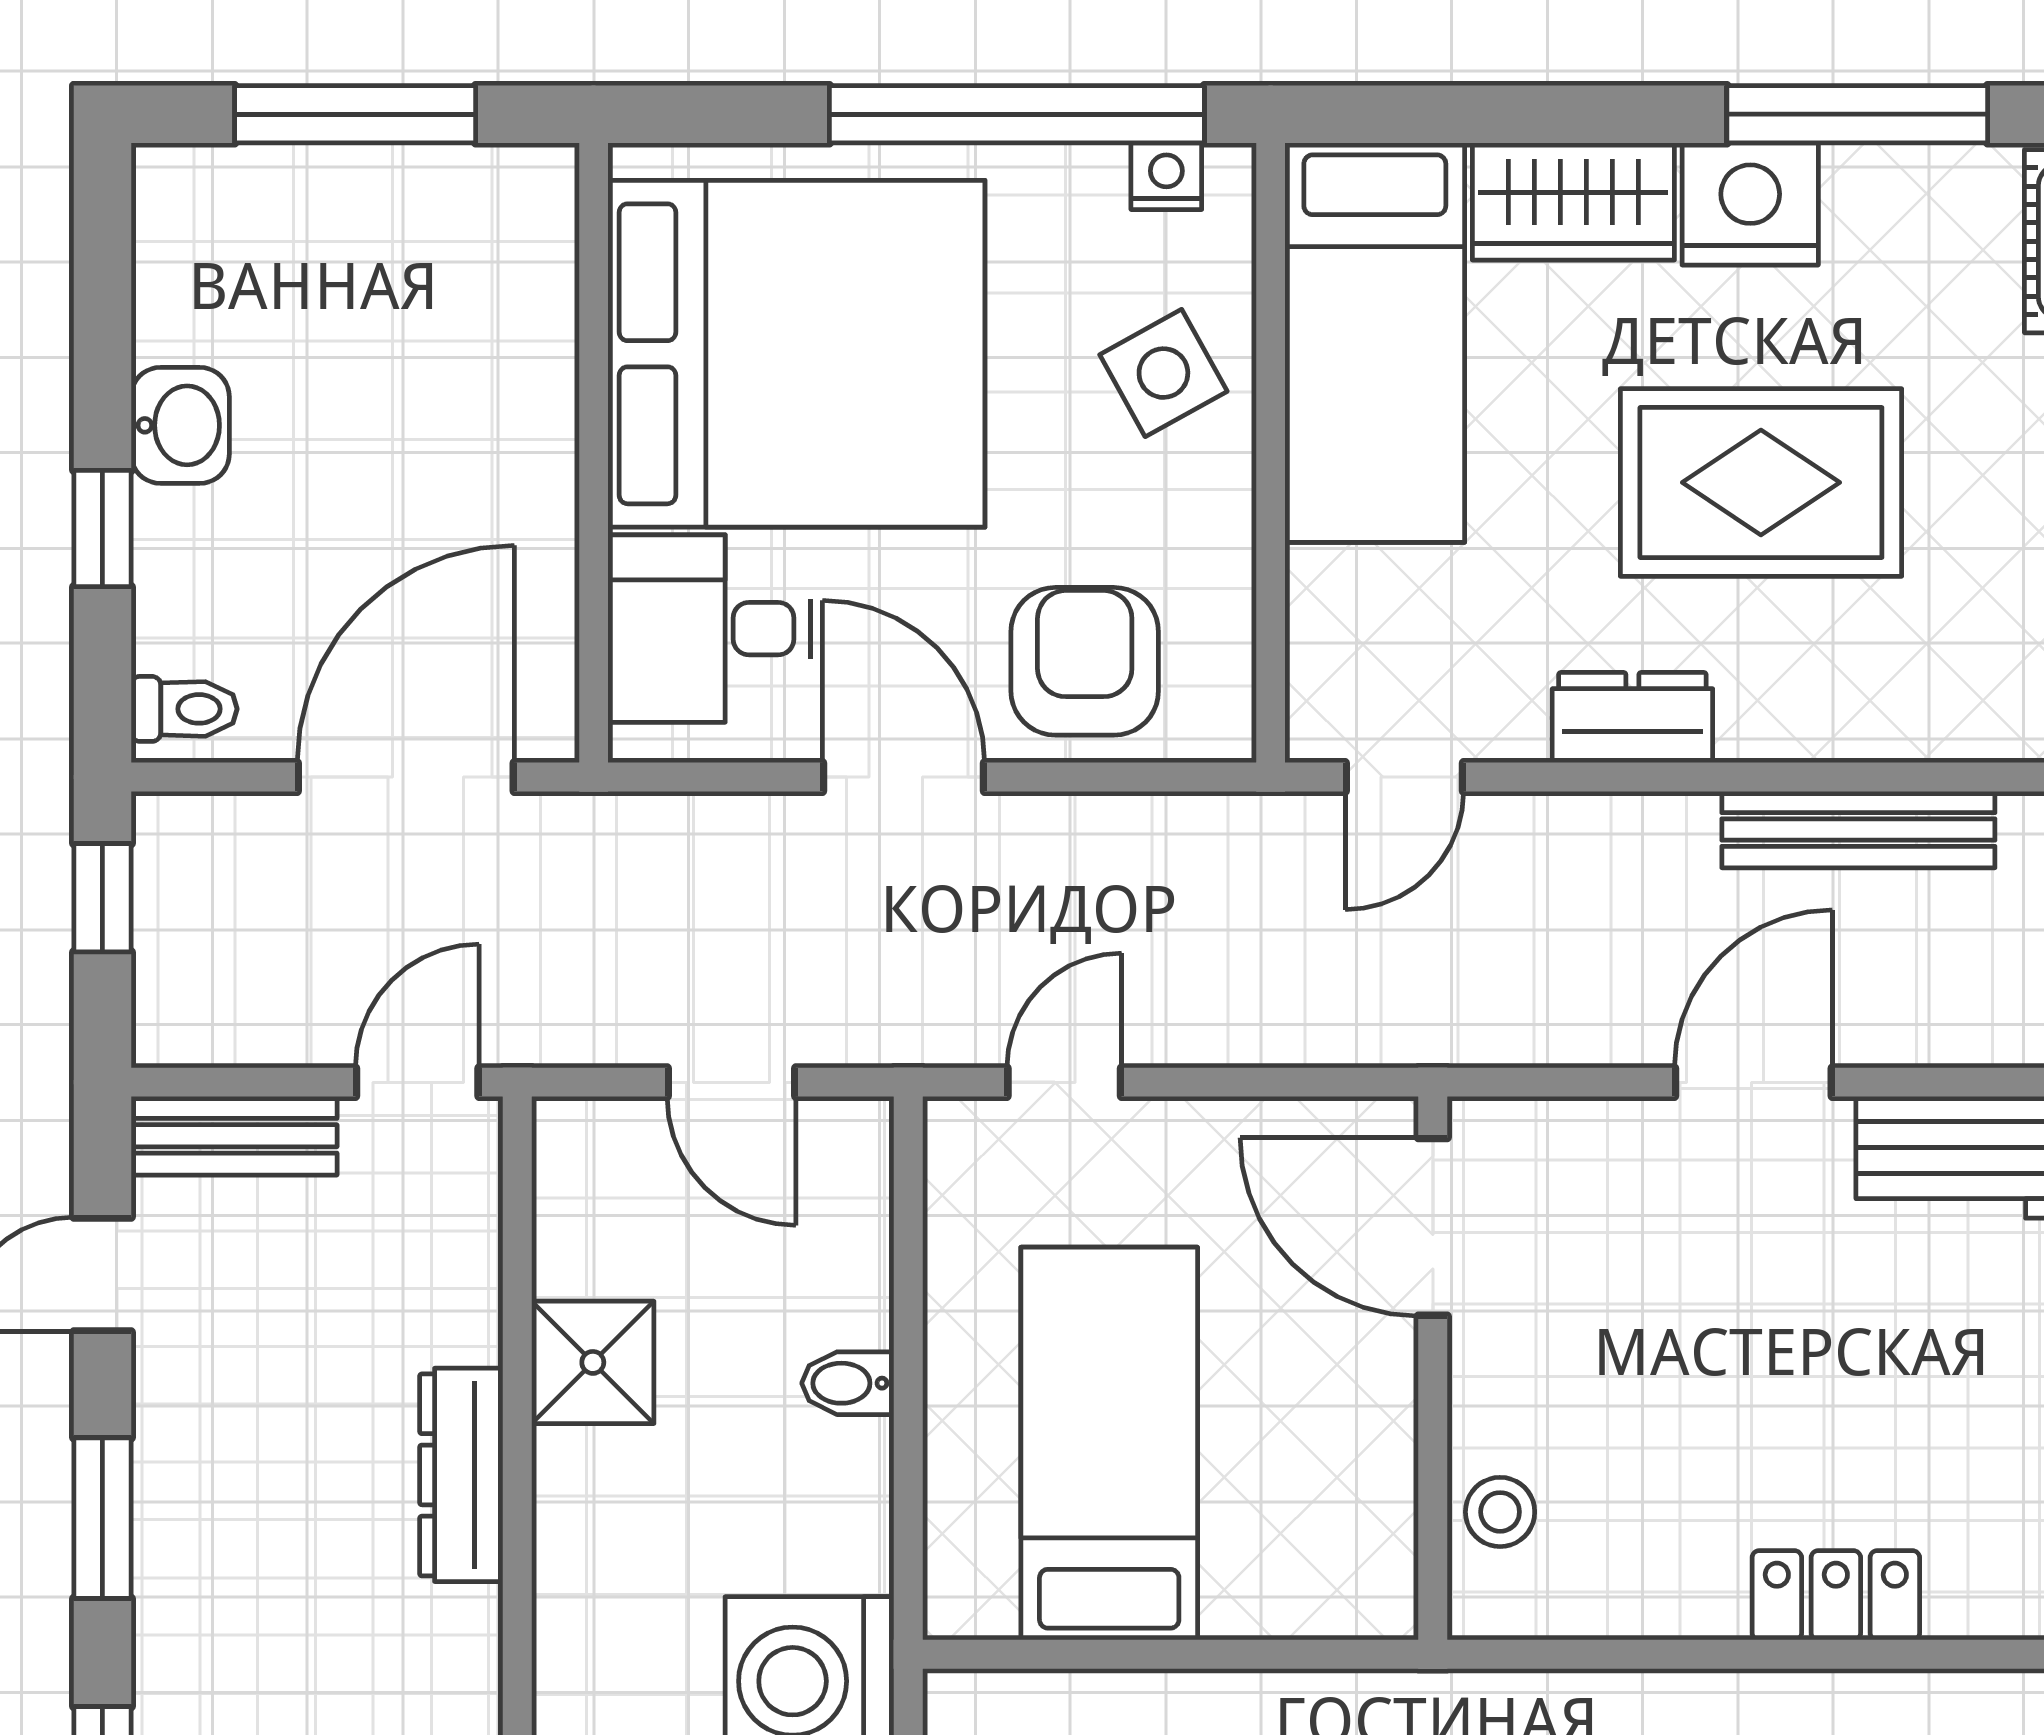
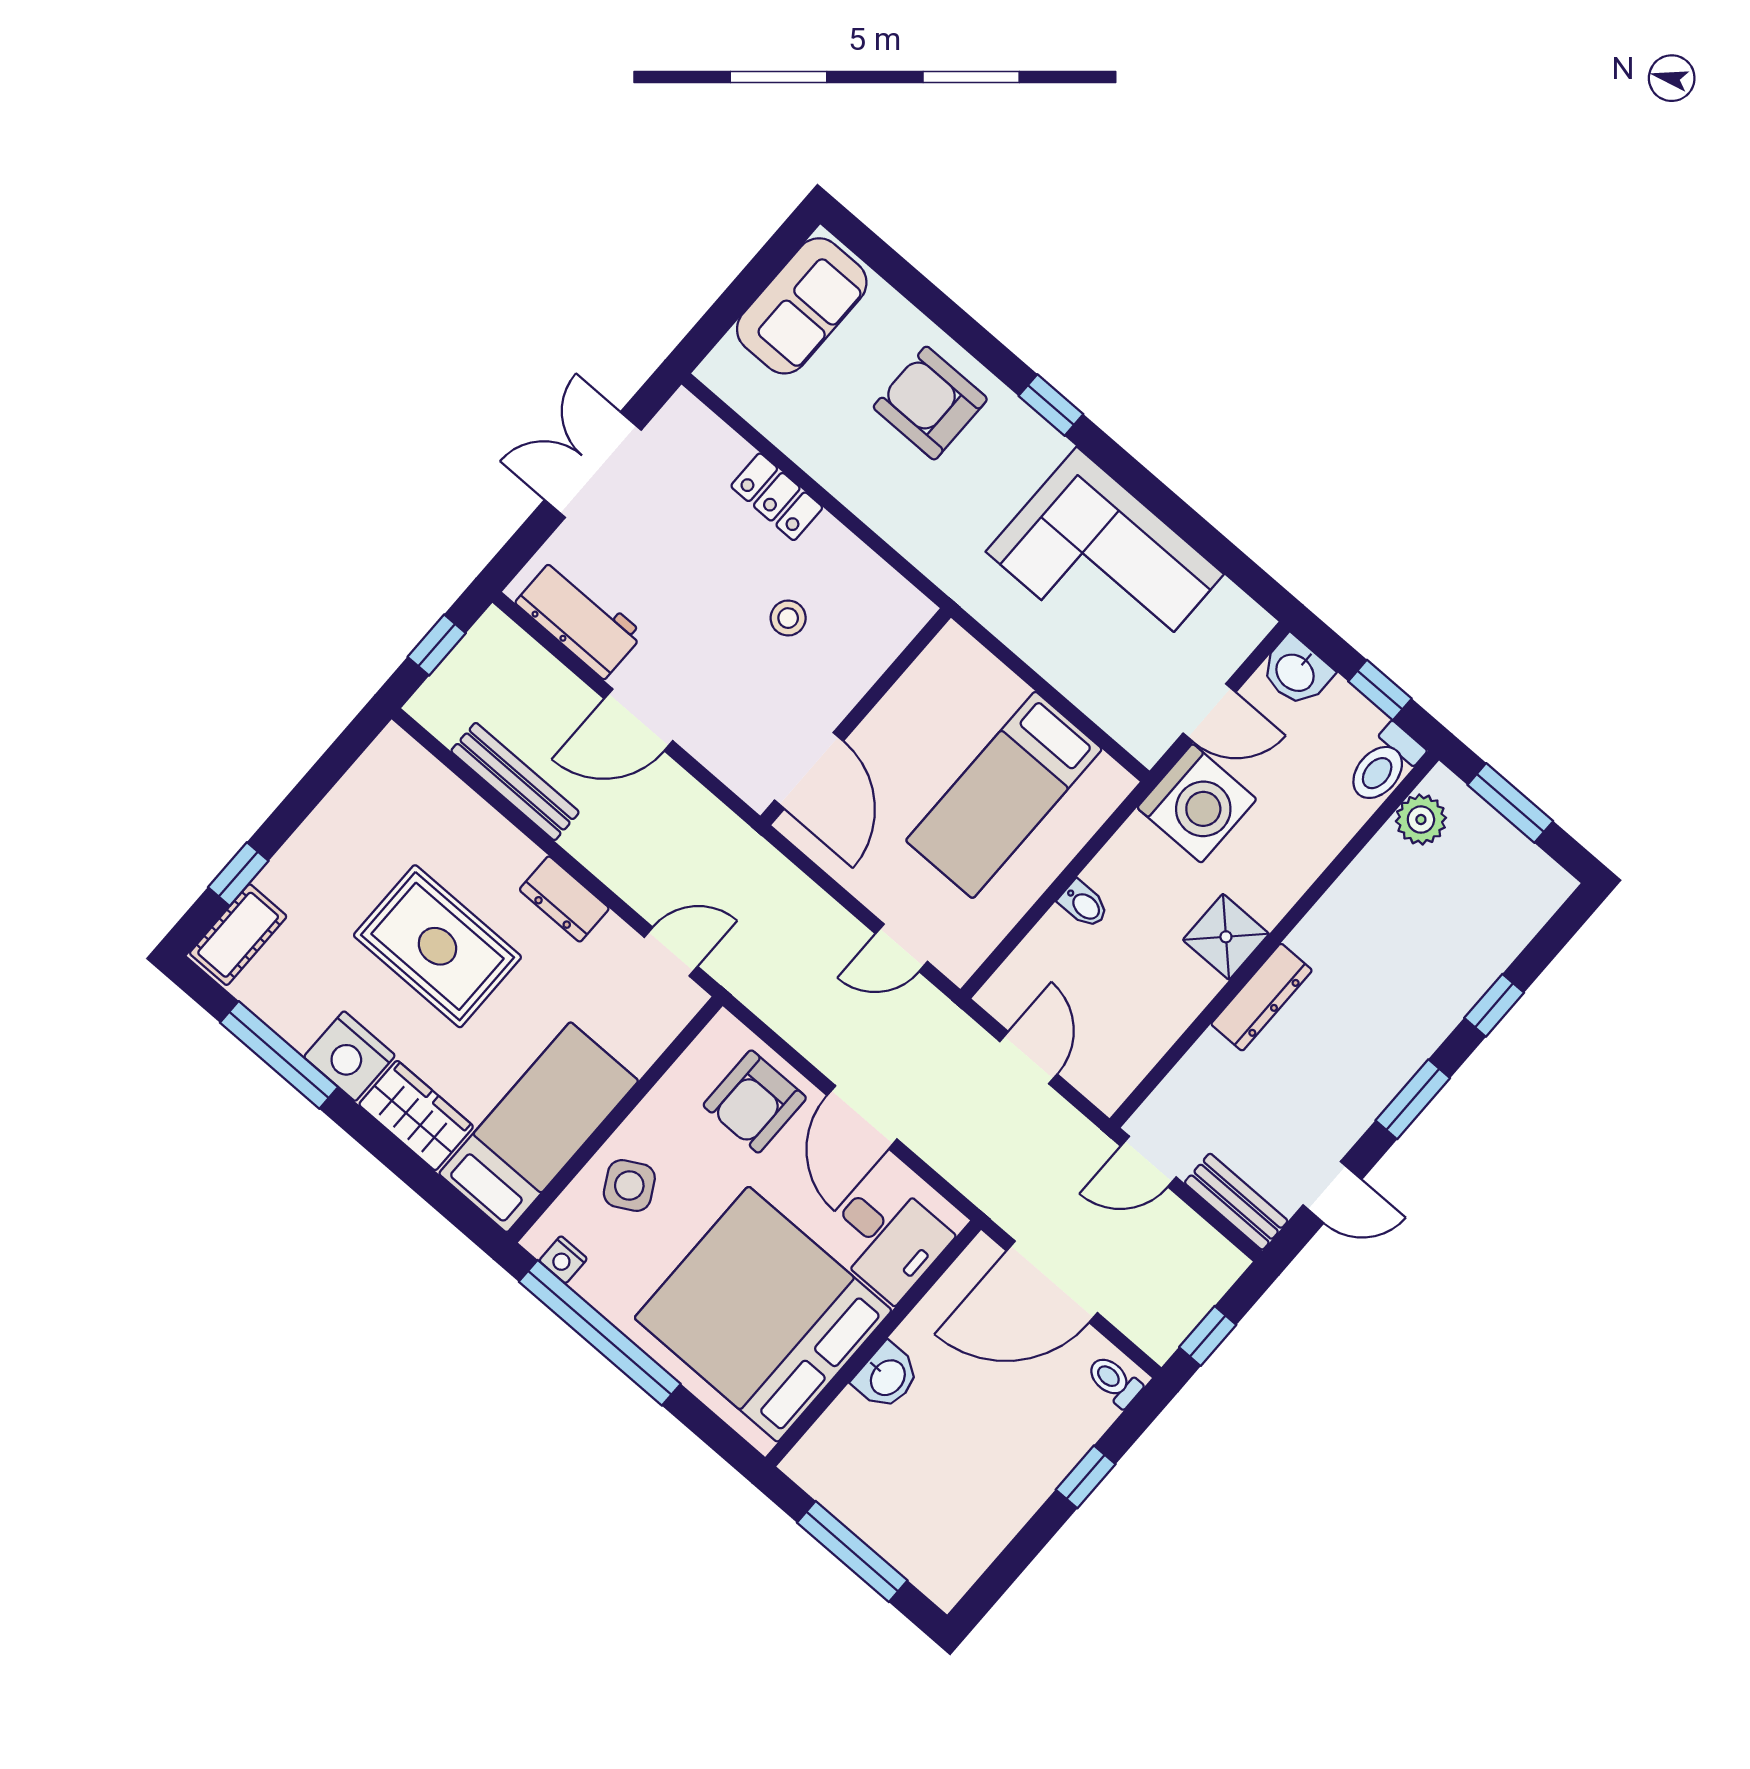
washbasin: (180, 425) -> (887, 1377), moved, turned 180
shower: (593, 1362) -> (1226, 937), moved
stool: (1500, 1512) -> (788, 618), moved

